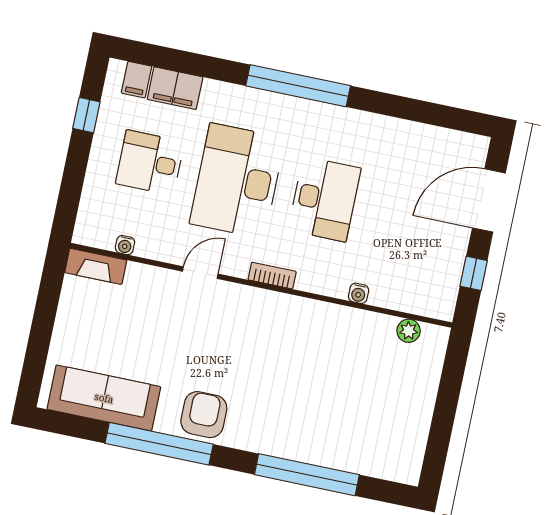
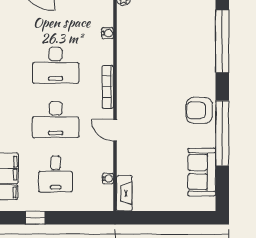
desk: (237, 181) -> (56, 120), width x0.73, depth x0.77
desk: (325, 199) -> (56, 65), turned 180
bookcase: (272, 276) -> (108, 87), width x1.56
sofa: (104, 398) -> (202, 172), width x0.73

